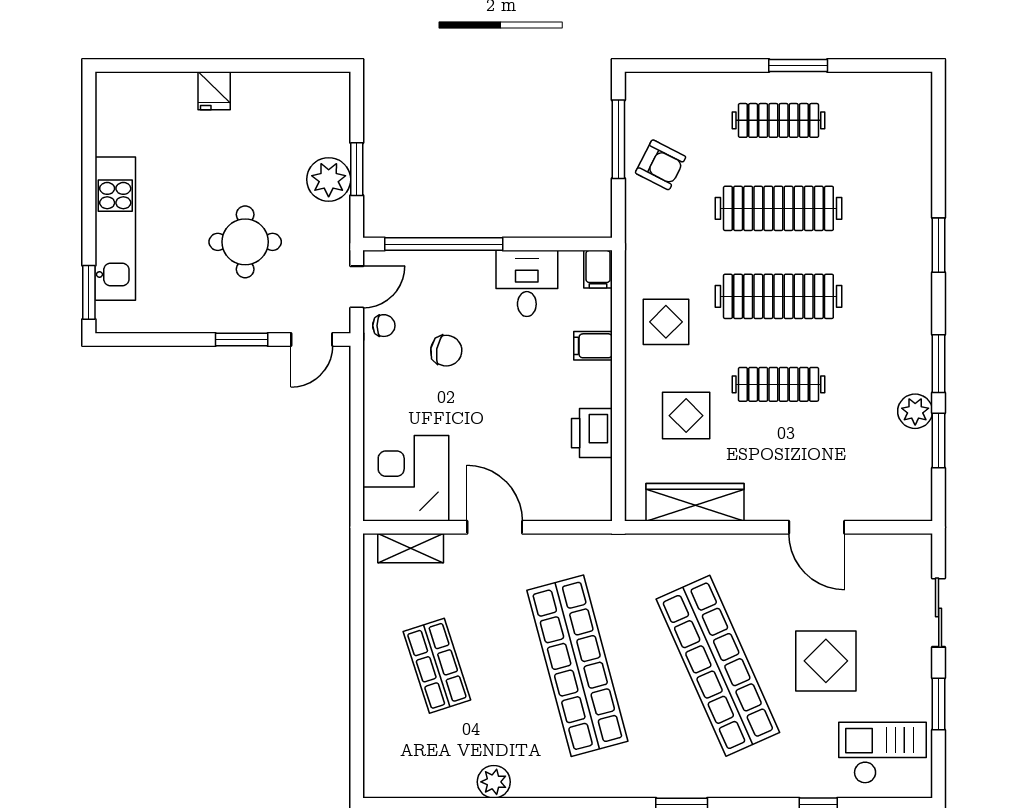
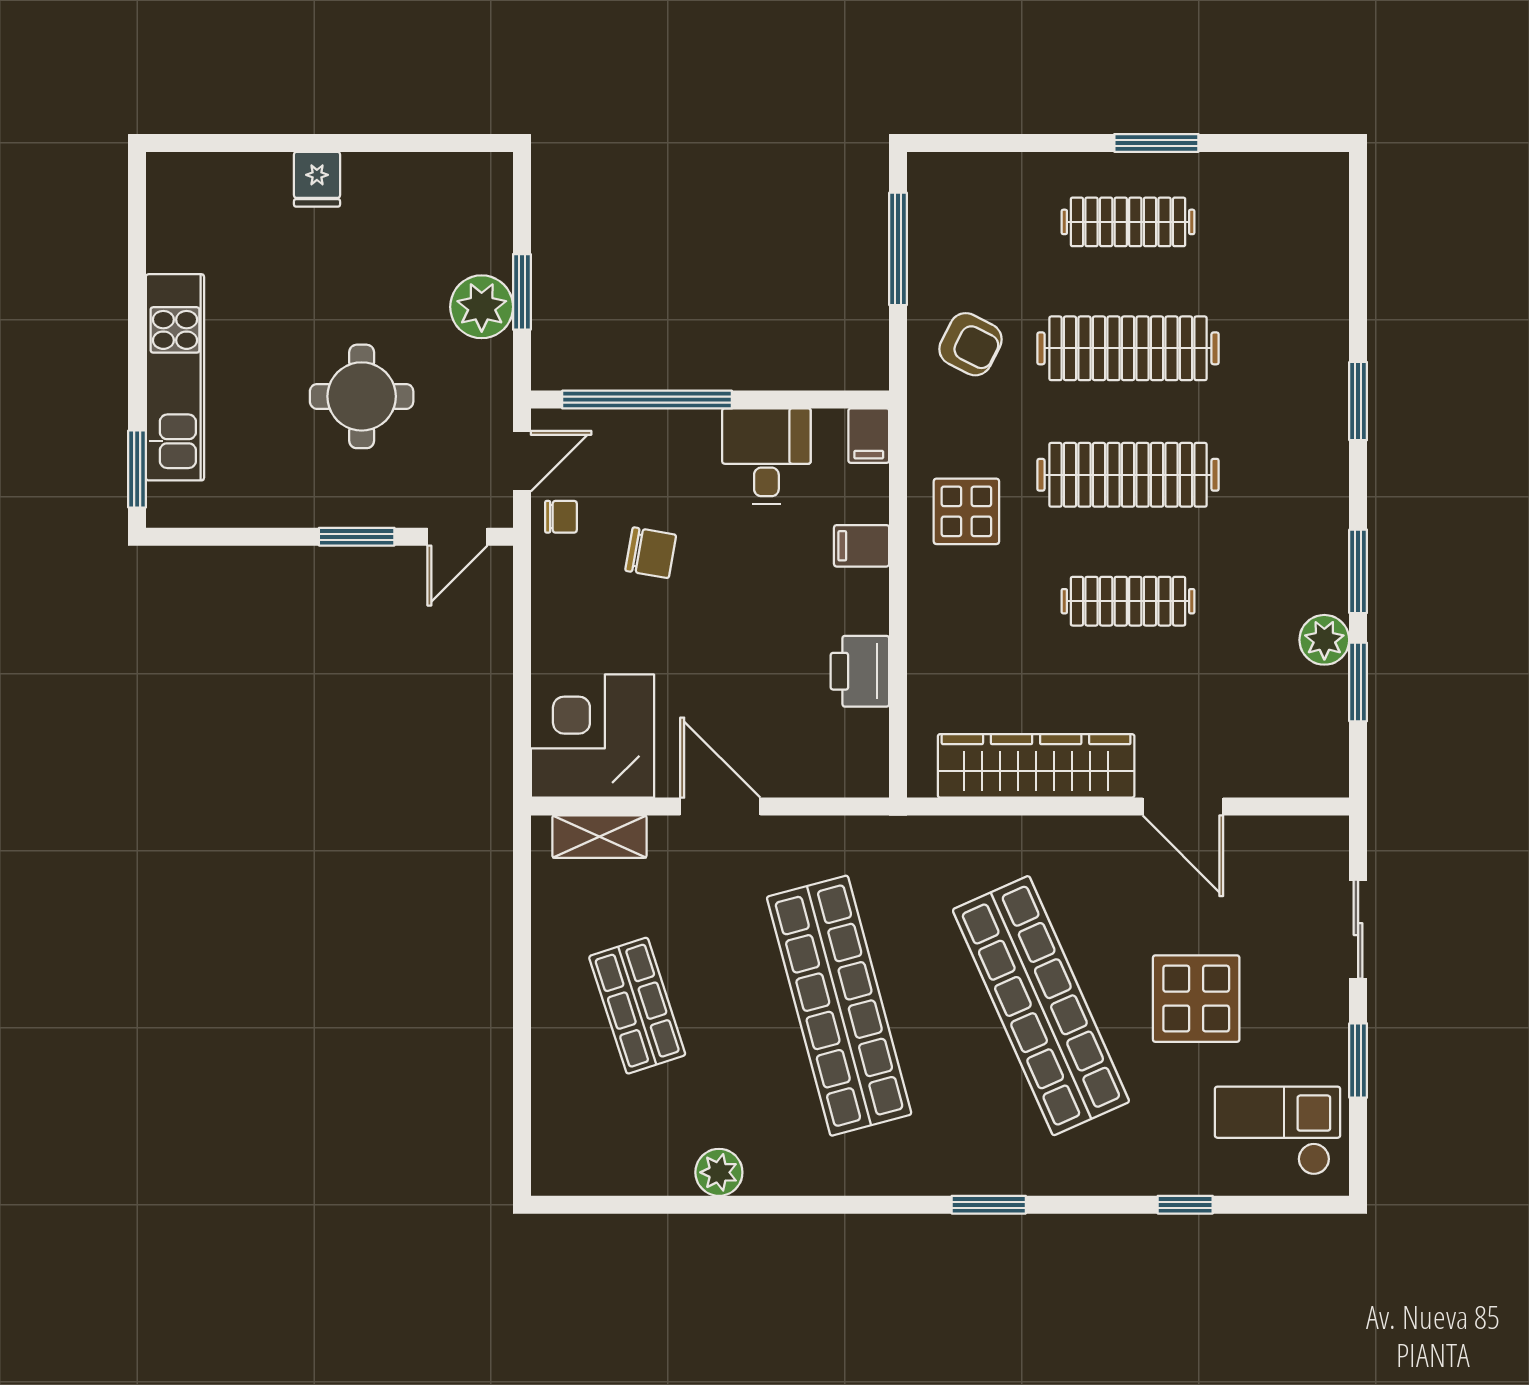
armchair: (661, 165) -> (971, 344), moved
display table: (686, 416) -> (995, 646), removed
wardrobe: (695, 502) -> (1036, 766), width x1.40, depth x1.17

